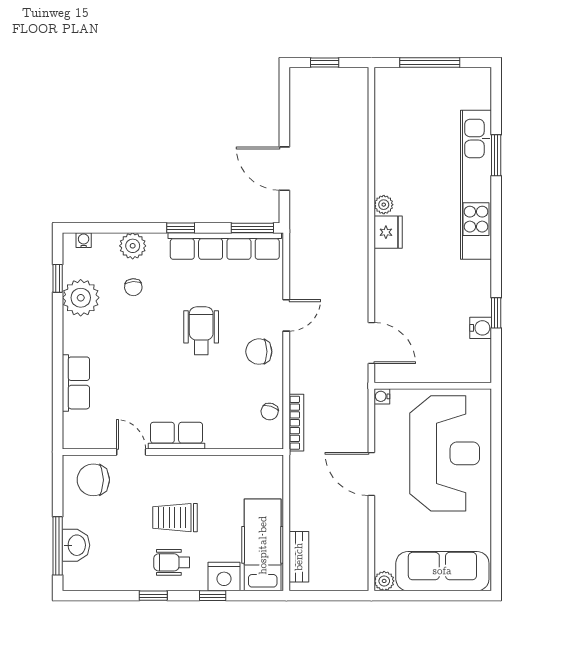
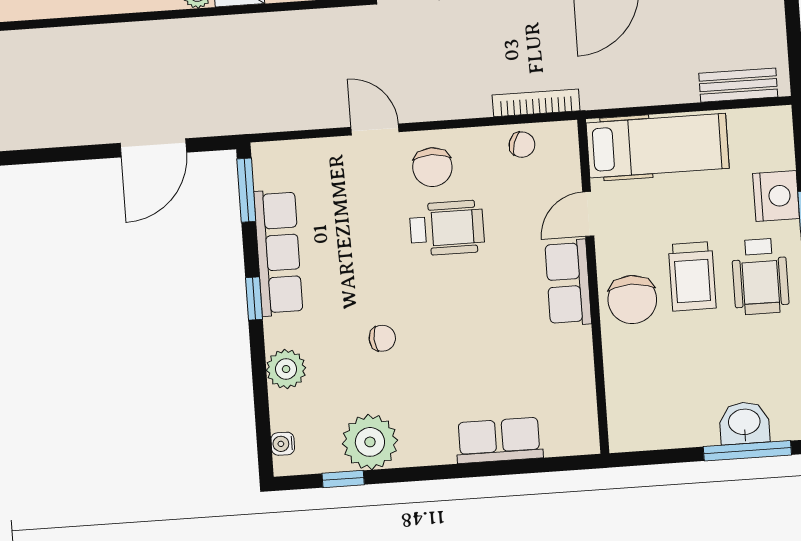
row of seats: (225, 246) -> (278, 253), width x0.73
chair: (133, 287) -> (382, 338), moved
wheelchair: (201, 331) -> (447, 228), moved, turned 180
door: (131, 452) -> (588, 214), moved
chair: (93, 480) -> (632, 300), moved
hospital bed: (263, 545) -> (658, 146), moved, turned 180
wheelchair: (172, 562) -> (760, 276), width x1.36, depth x1.37

